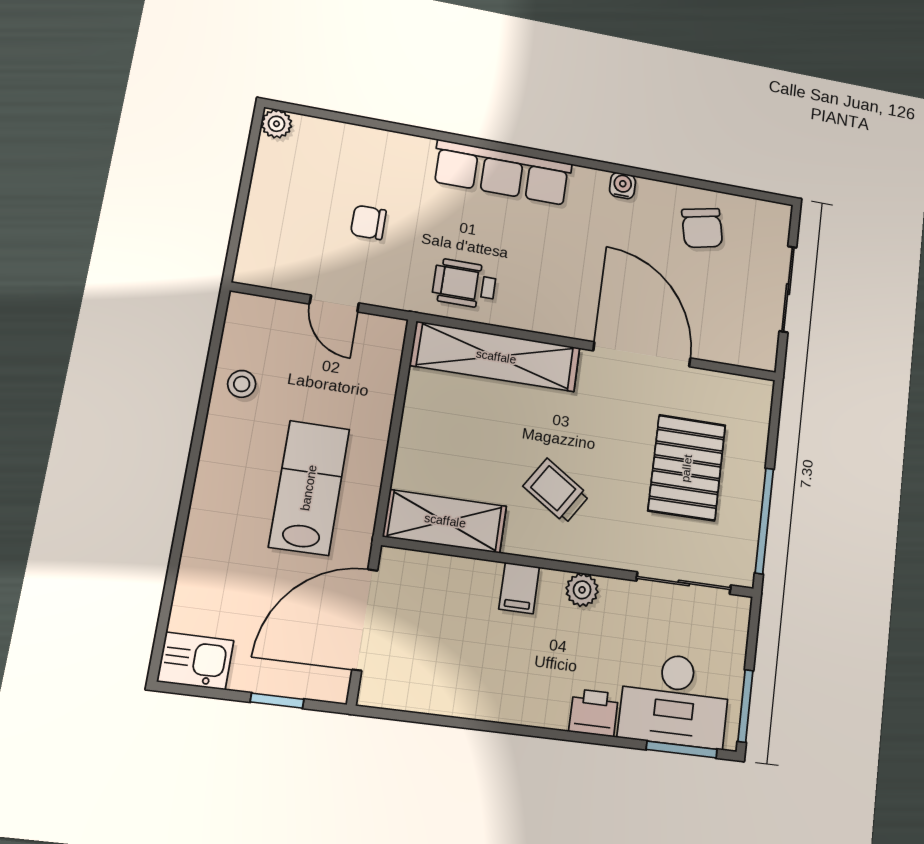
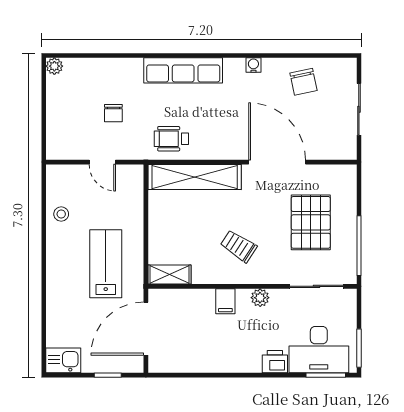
chair: (368, 222) -> (113, 113), turned -90
shelving: (445, 521) -> (169, 275), width x0.67, depth x0.75

